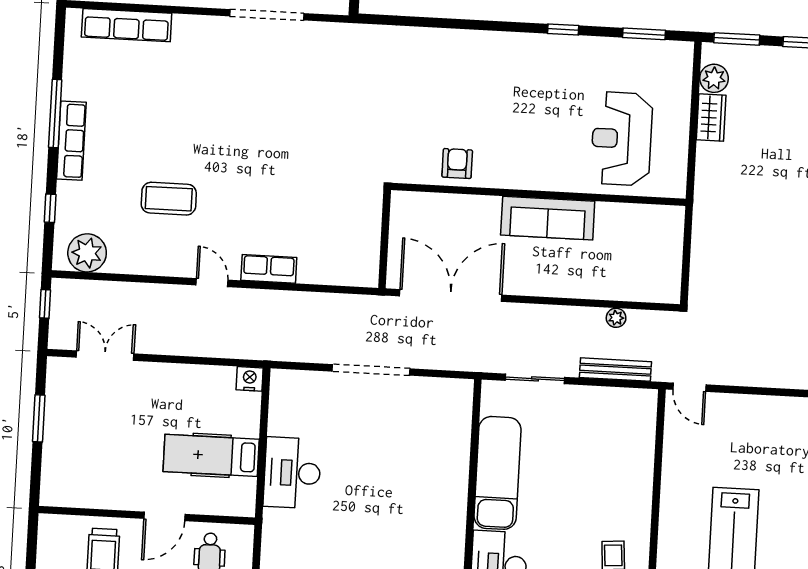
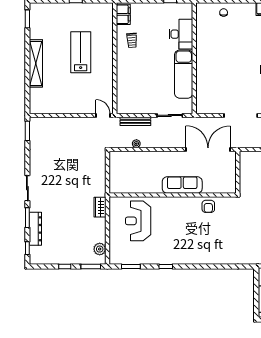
wardrobe: (711, 118) -> (100, 207), moved
reception desk: (622, 139) -> (138, 221), turned 180
sofa: (548, 218) -> (182, 185), moved
double door: (451, 295) -> (208, 149), swing flipped

